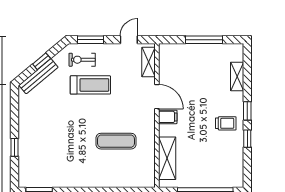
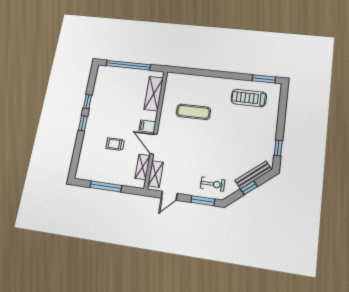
shelving: (237, 76) -> (142, 167), moved
treadmill: (90, 85) -> (249, 98), moved
trolley: (226, 123) -> (115, 144), moved
window: (14, 147) -> (278, 148), moved

